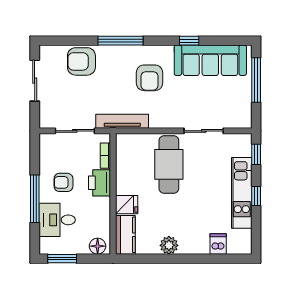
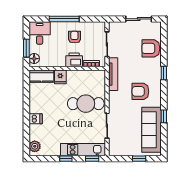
window: (120, 41) -> (164, 73), width x0.46
armchair: (81, 61) -> (151, 48), turned -90
window: (256, 80) -> (139, 159), width x0.46
kitchen unit: (242, 193) -> (83, 150), moved
desk: (57, 220) -> (40, 33), moved
dishwasher: (218, 244) -> (36, 119), moved
plant: (169, 245) -> (35, 146), moved
window: (62, 259) -> (26, 48), moved

